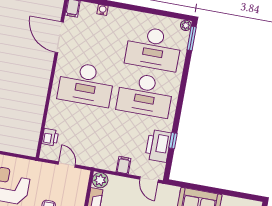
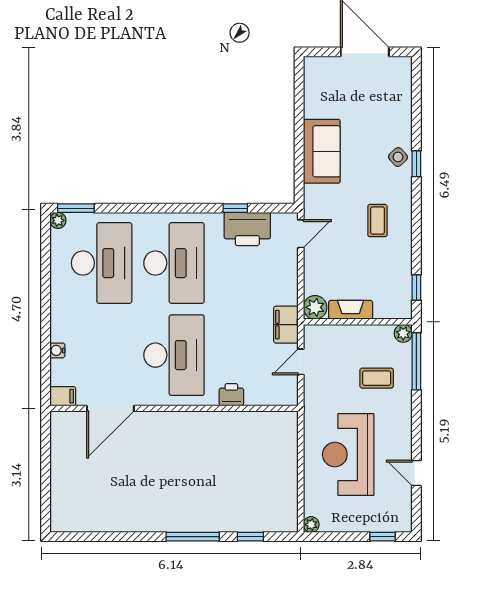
printer: (50, 137) -> (231, 395), moved
filing cabinet: (124, 165) -> (286, 325), moved, width x2.00

